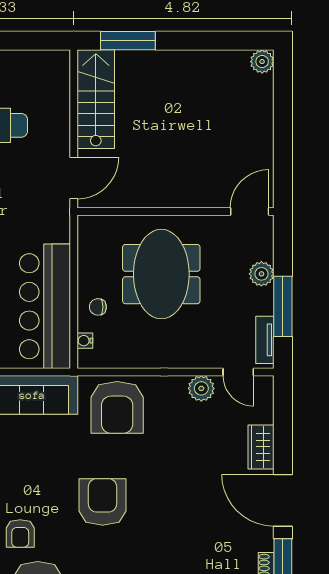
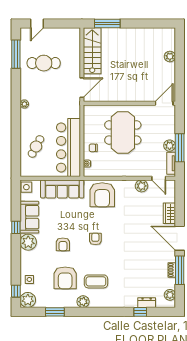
plant: (262, 62) -> (170, 57), moved
plant: (261, 274) -> (170, 146), moved
armchair: (103, 502) -> (95, 239), width x0.53, depth x0.53
armchair: (20, 533) -> (63, 244), moved

